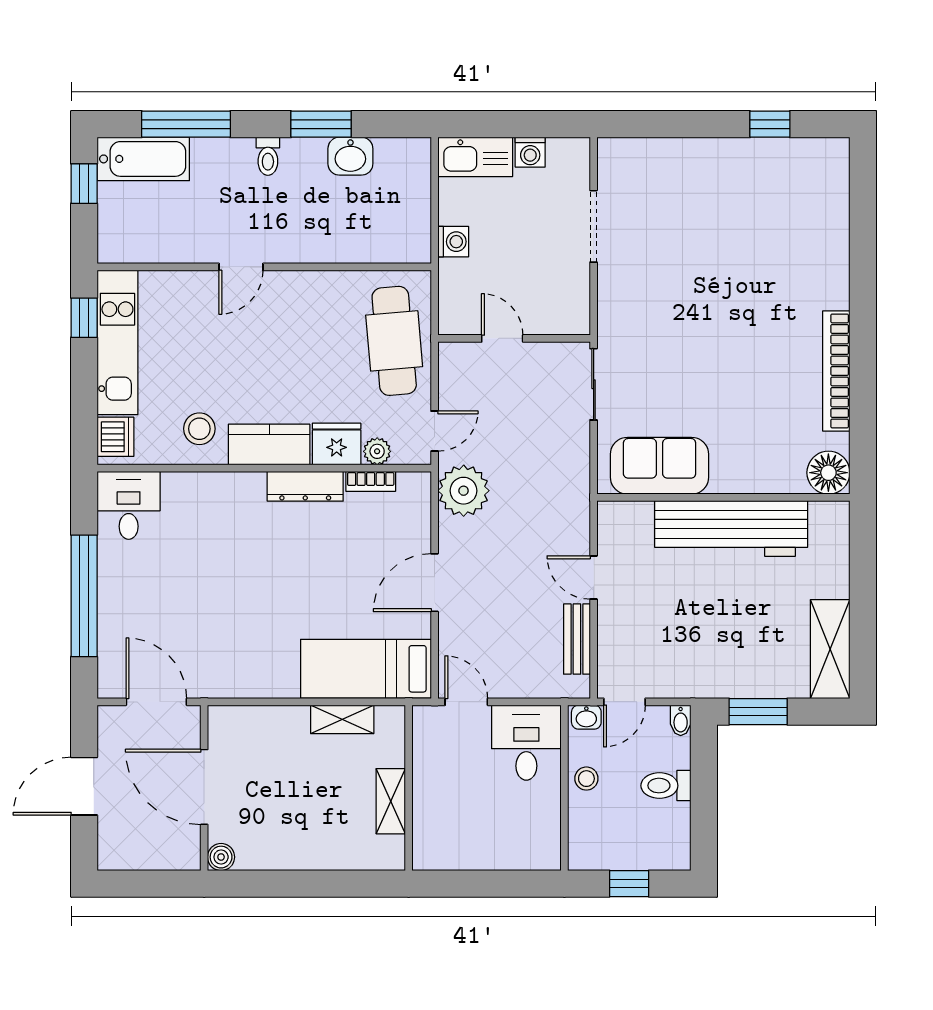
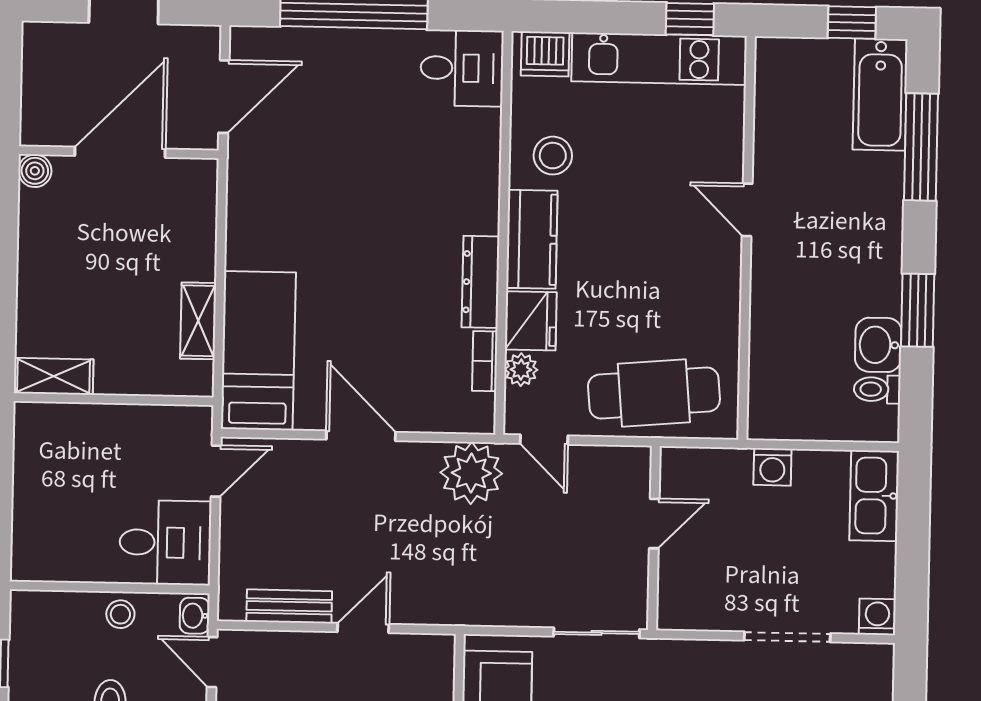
washing machine: (530, 152) -> (877, 617), moved, turned 90
toilet: (268, 156) -> (877, 389), moved
shelving: (391, 801) -> (54, 376), moved

